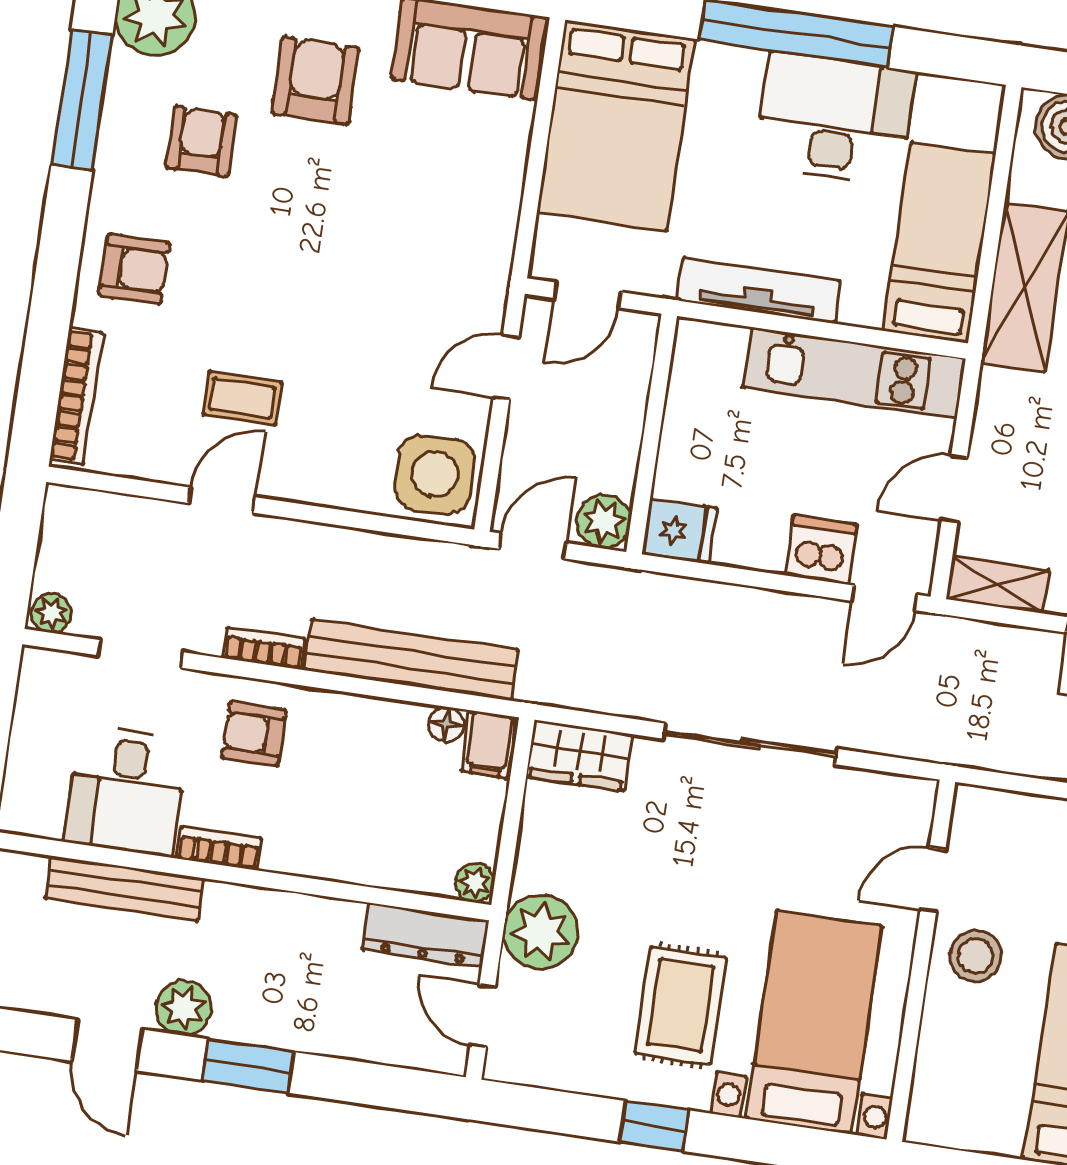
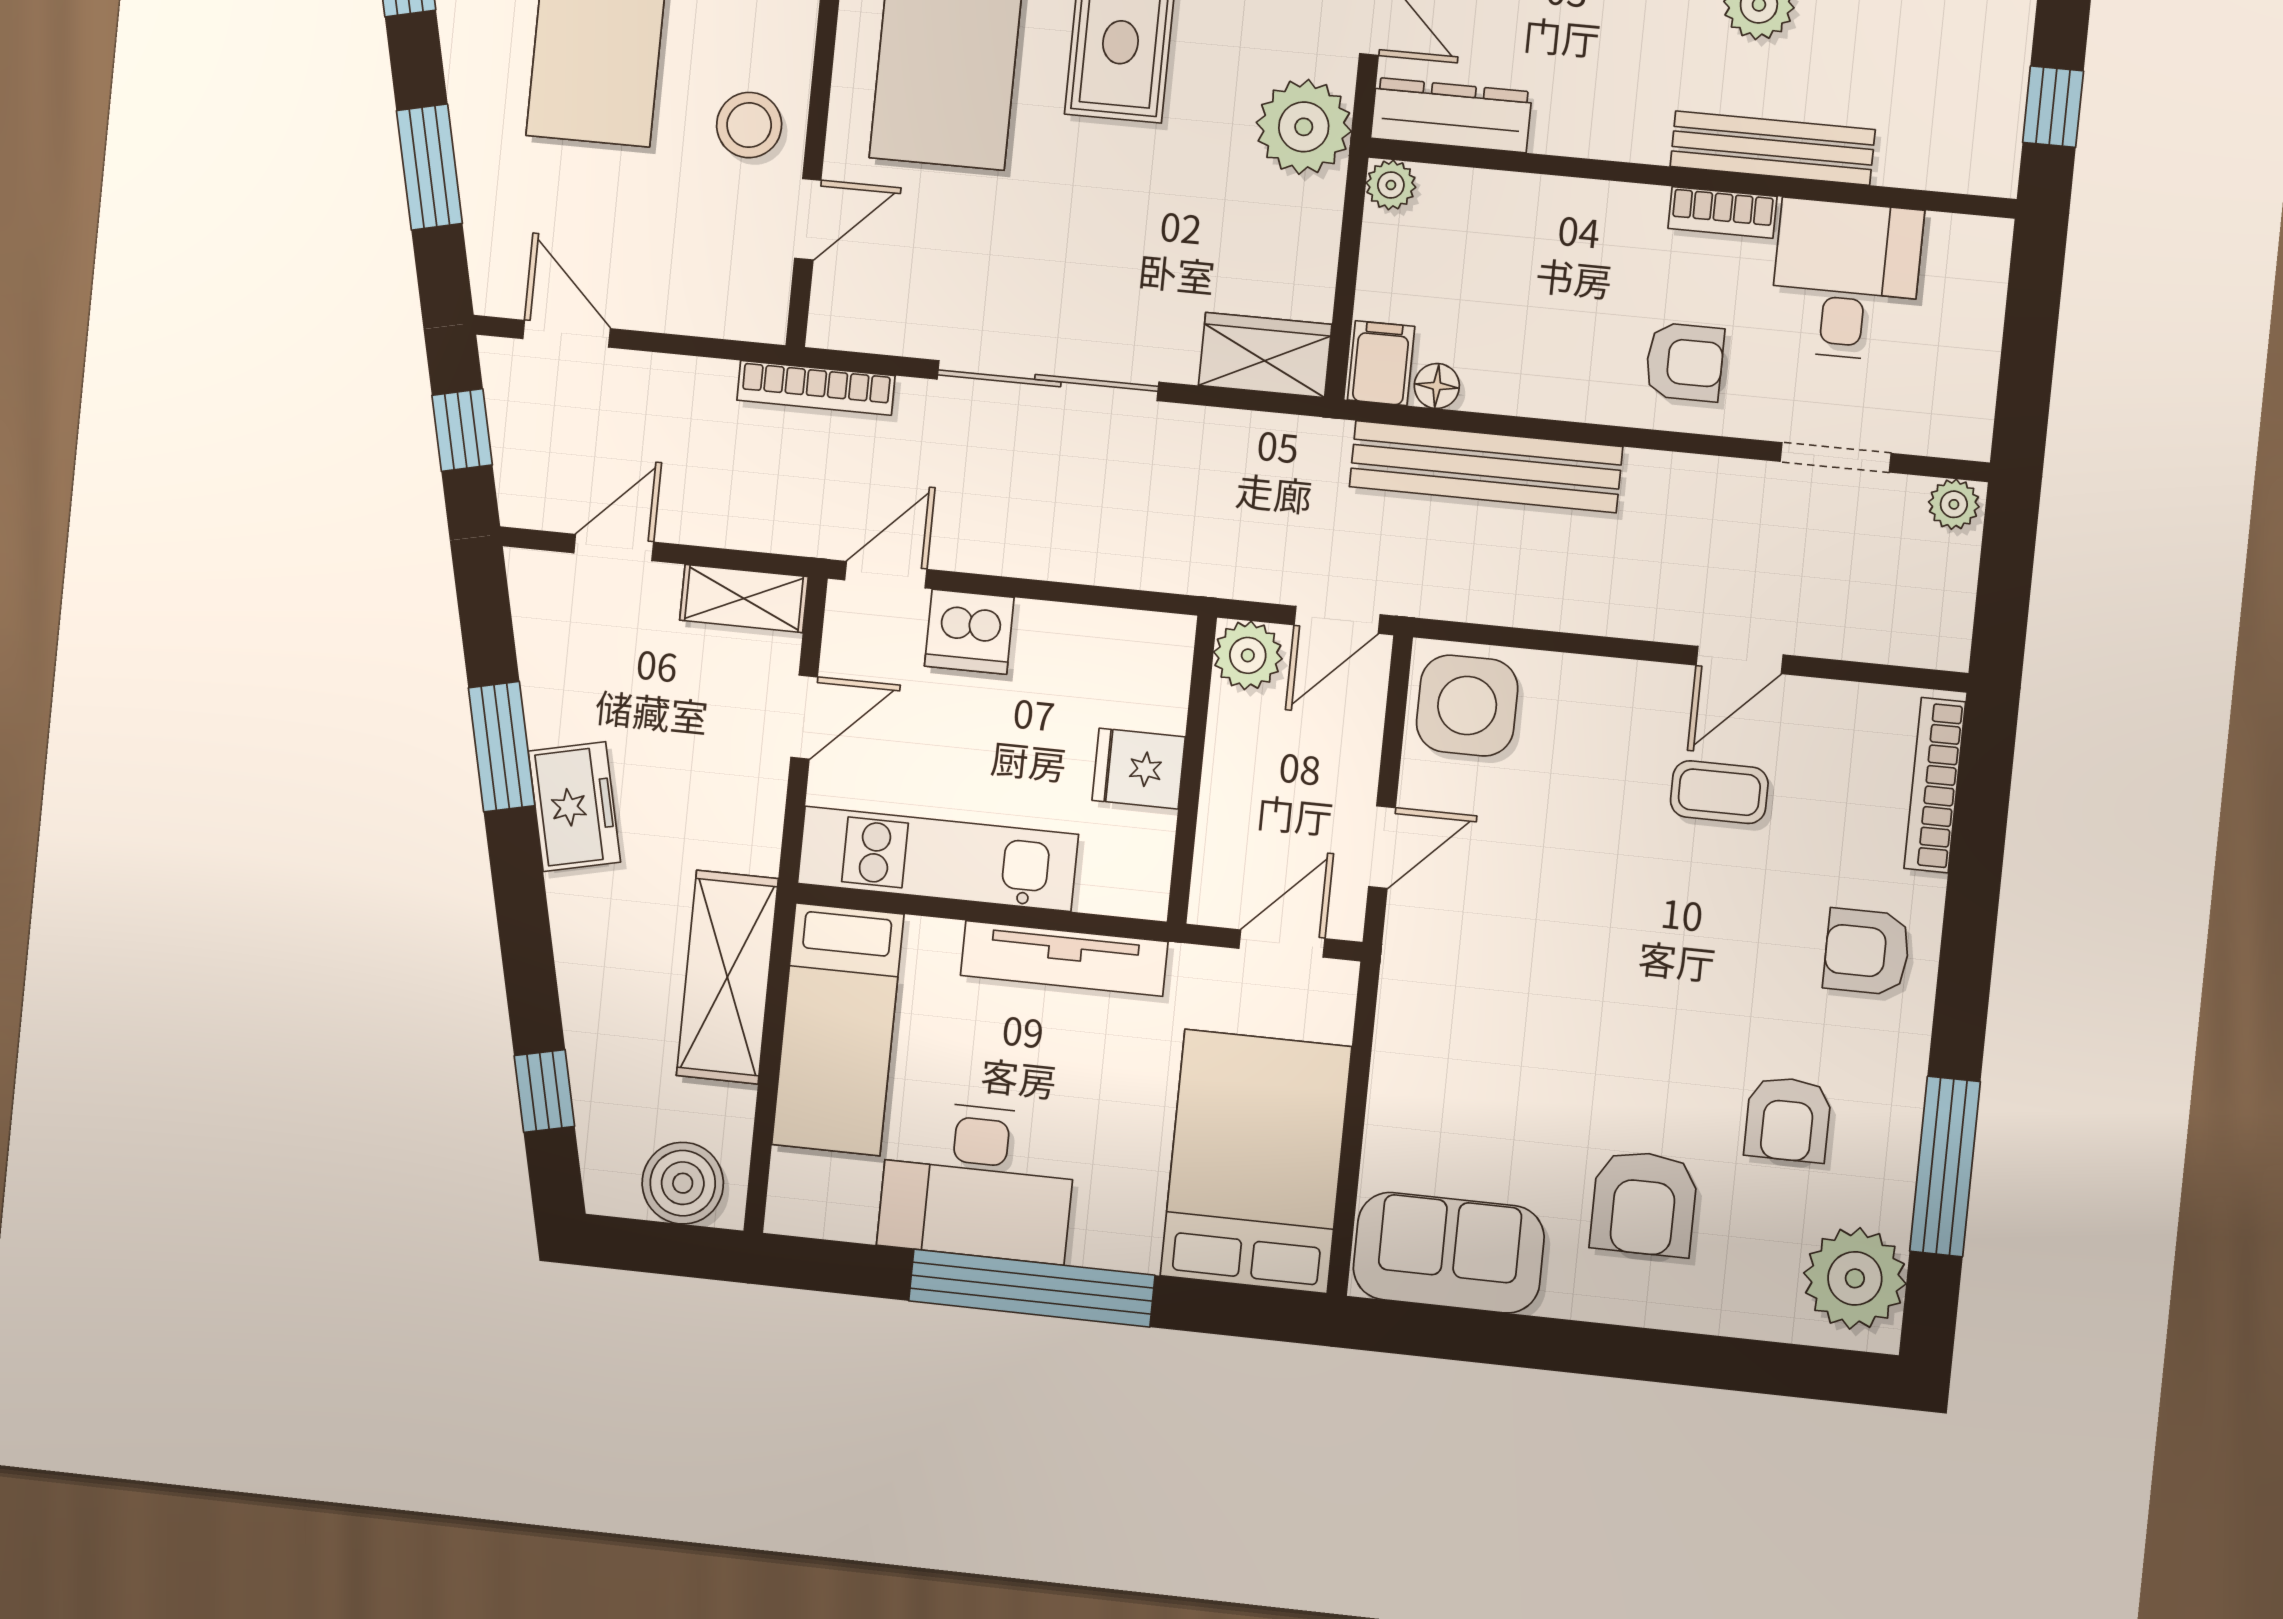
fridge: (679, 531) -> (1139, 769), moved
bookcase: (264, 648) -> (816, 388), moved, width x1.56
bench: (124, 888) -> (1773, 148), moved

